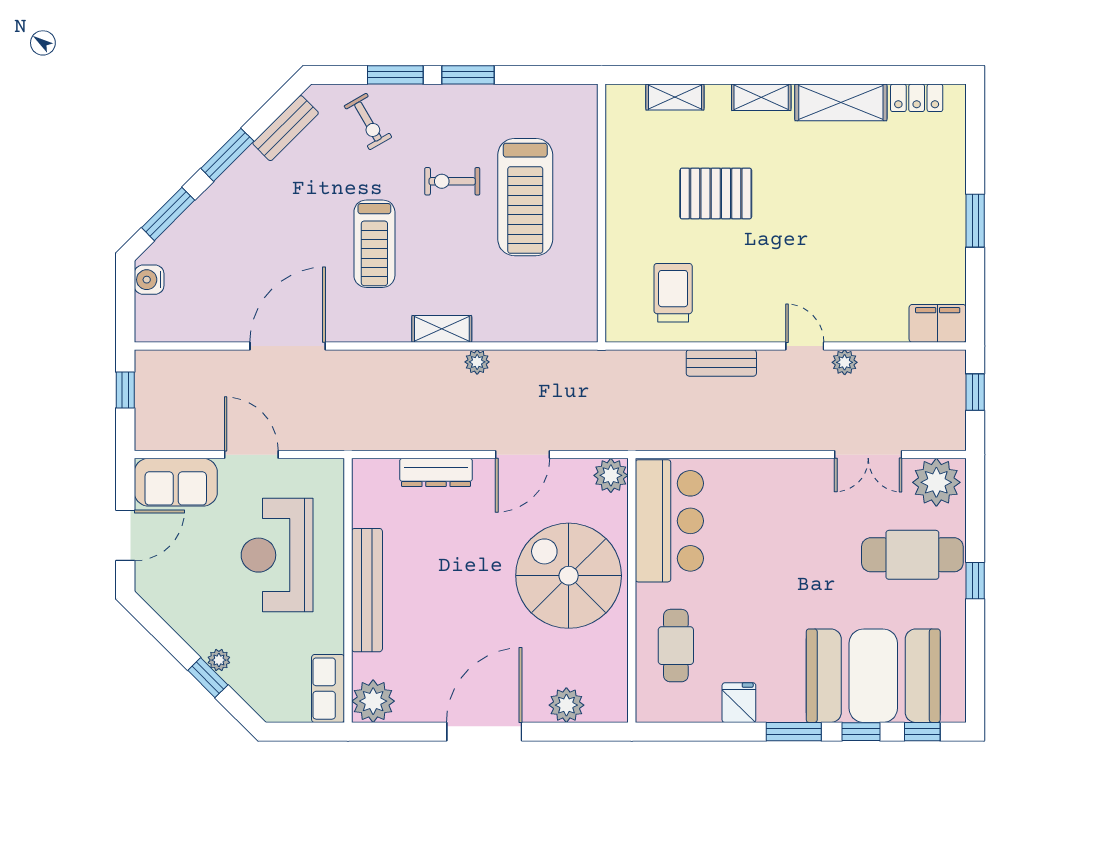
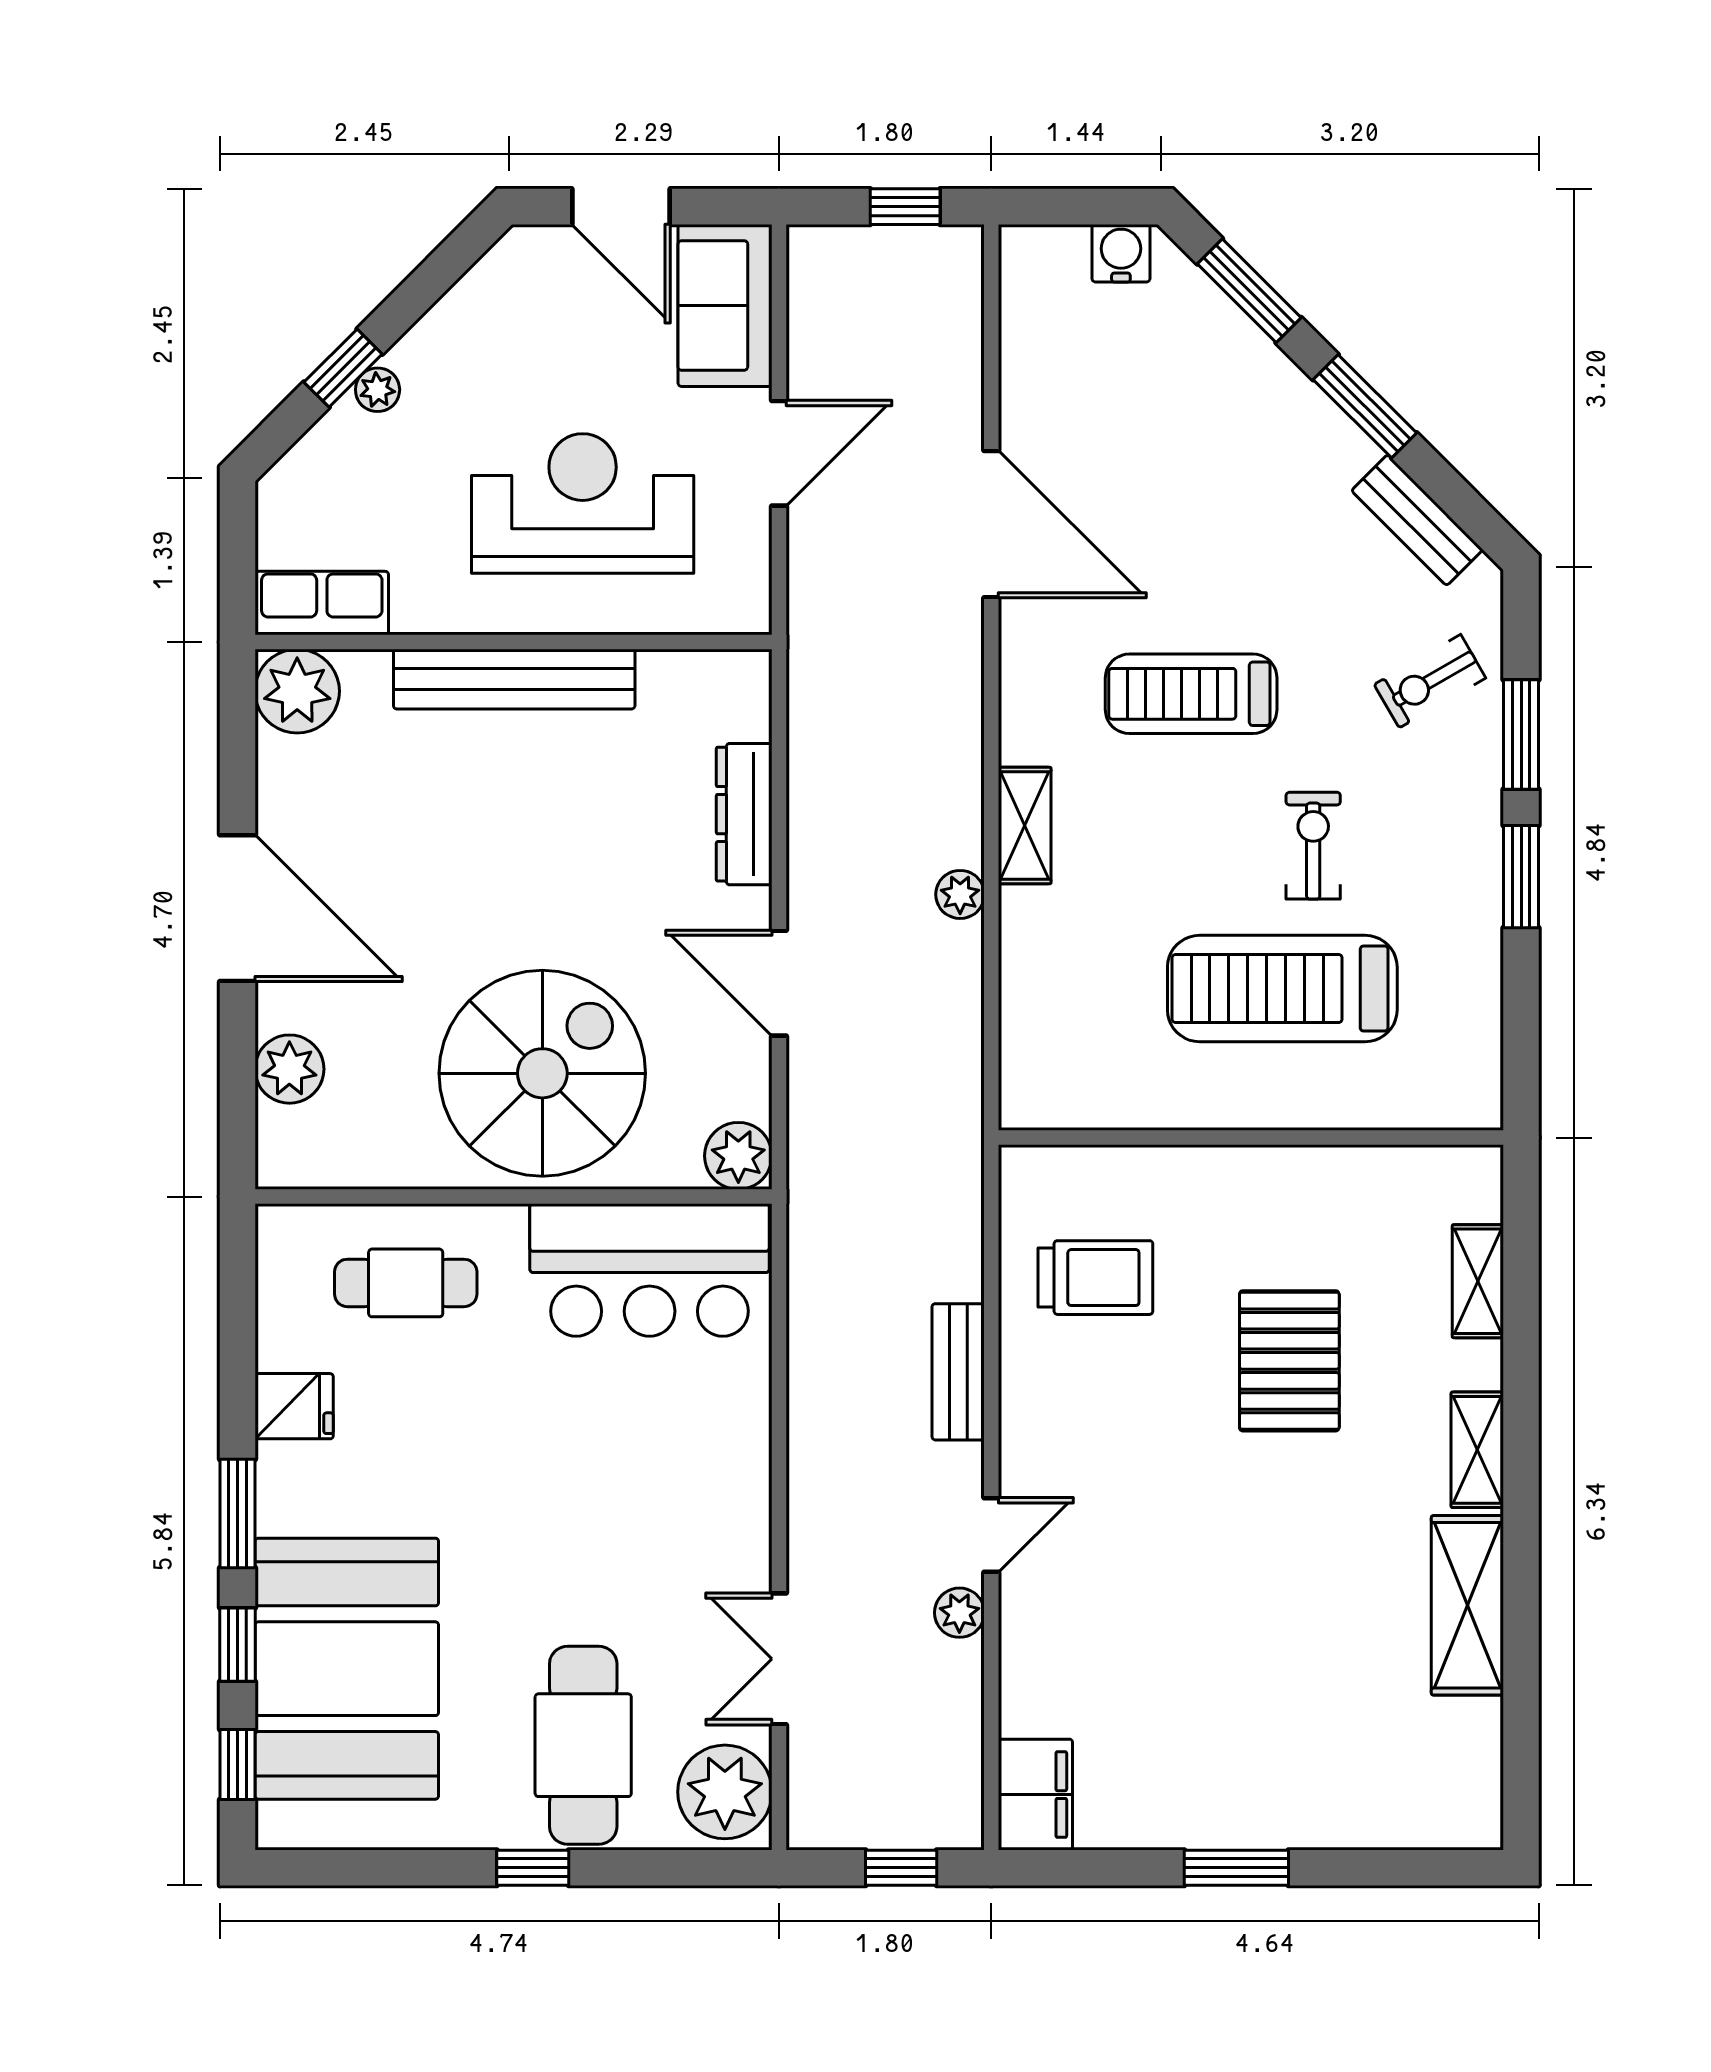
locker: (917, 98) -> (1476, 1754), removed

